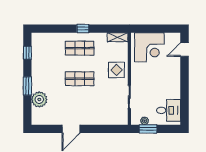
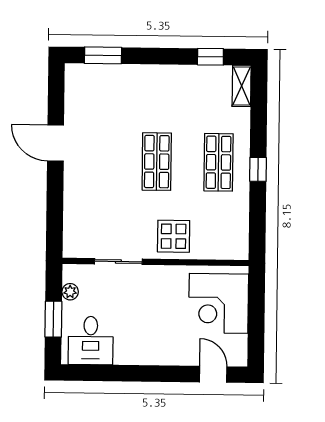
shelving: (118, 37) -> (242, 86), moved
window: (27, 86) -> (103, 55), moved
plant: (39, 99) -> (116, 80), removed
window: (148, 129) -> (53, 319), moved

